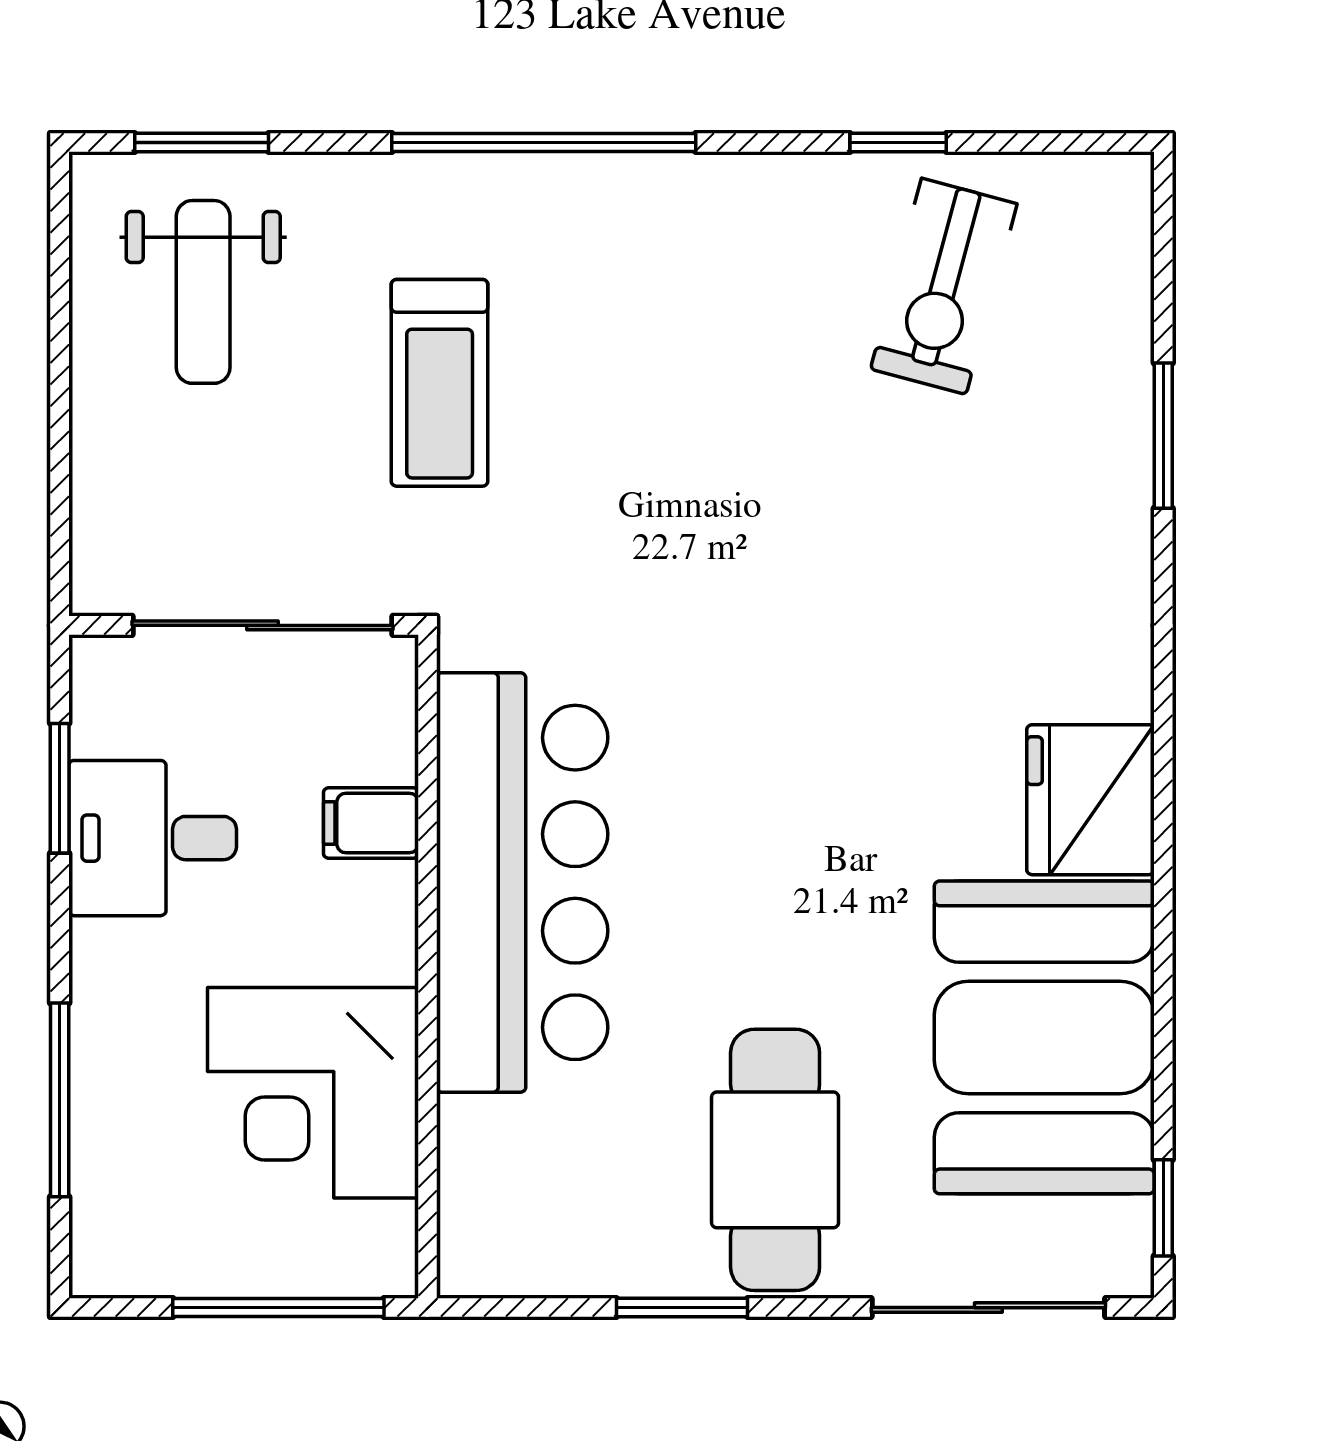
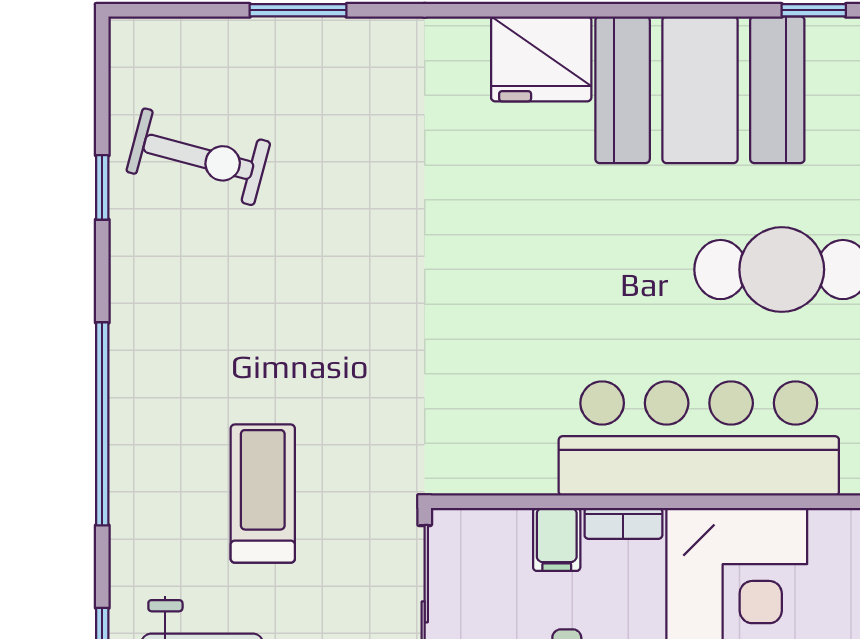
treadmill: (440, 383) -> (263, 494), turned -90
bar counter: (522, 882) -> (699, 438), moved
bookcase: (395, 923) -> (623, 523), added

